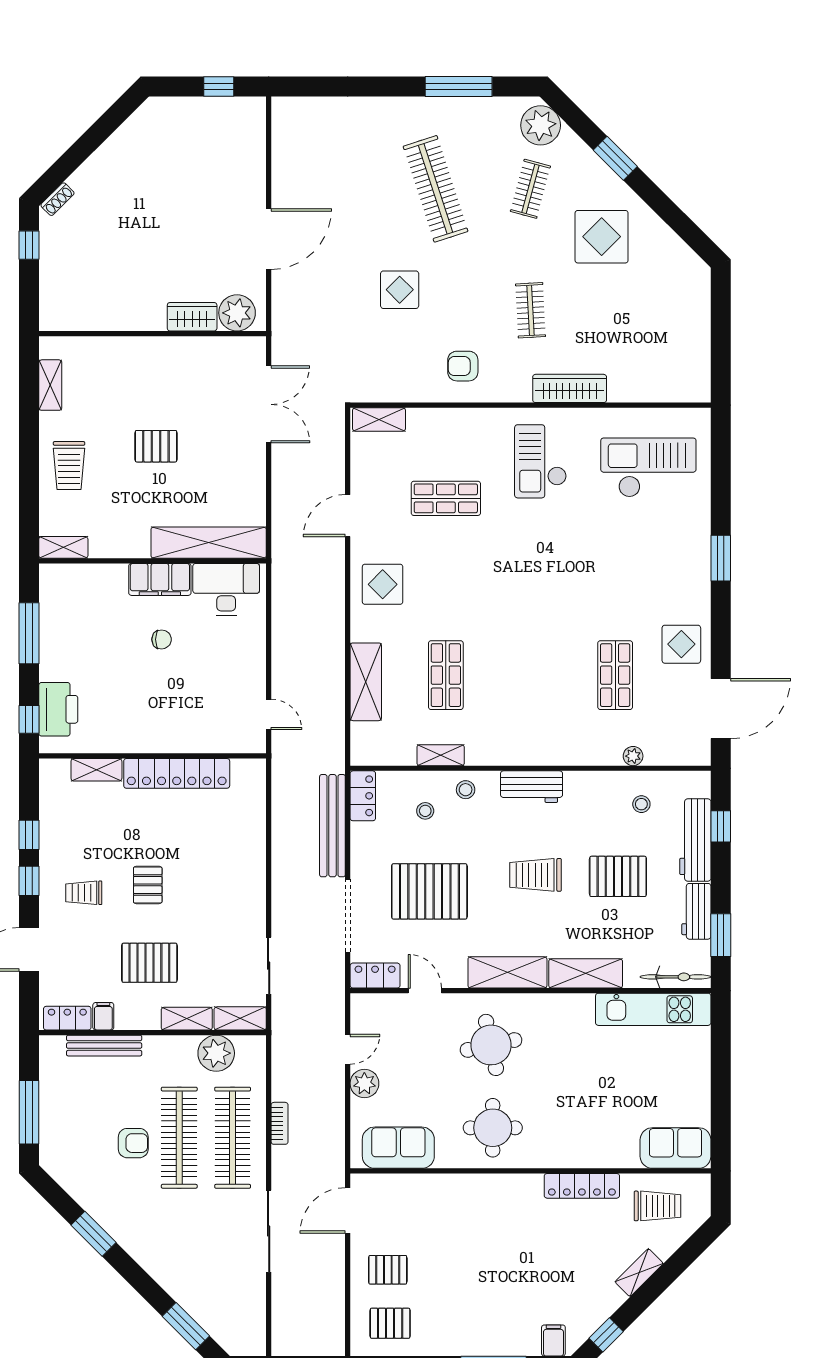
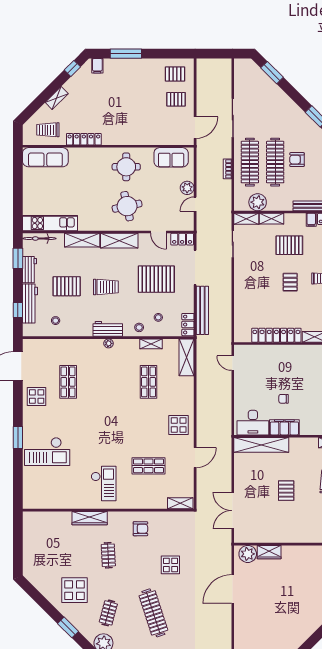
pallet: (156, 446) -> (286, 491), turned 90
checkout: (648, 468) -> (47, 452), moved
shelving: (366, 682) -> (187, 357), moved
plant: (633, 756) -> (109, 343), moved
sofa: (676, 1148) -> (45, 157), width x1.36

